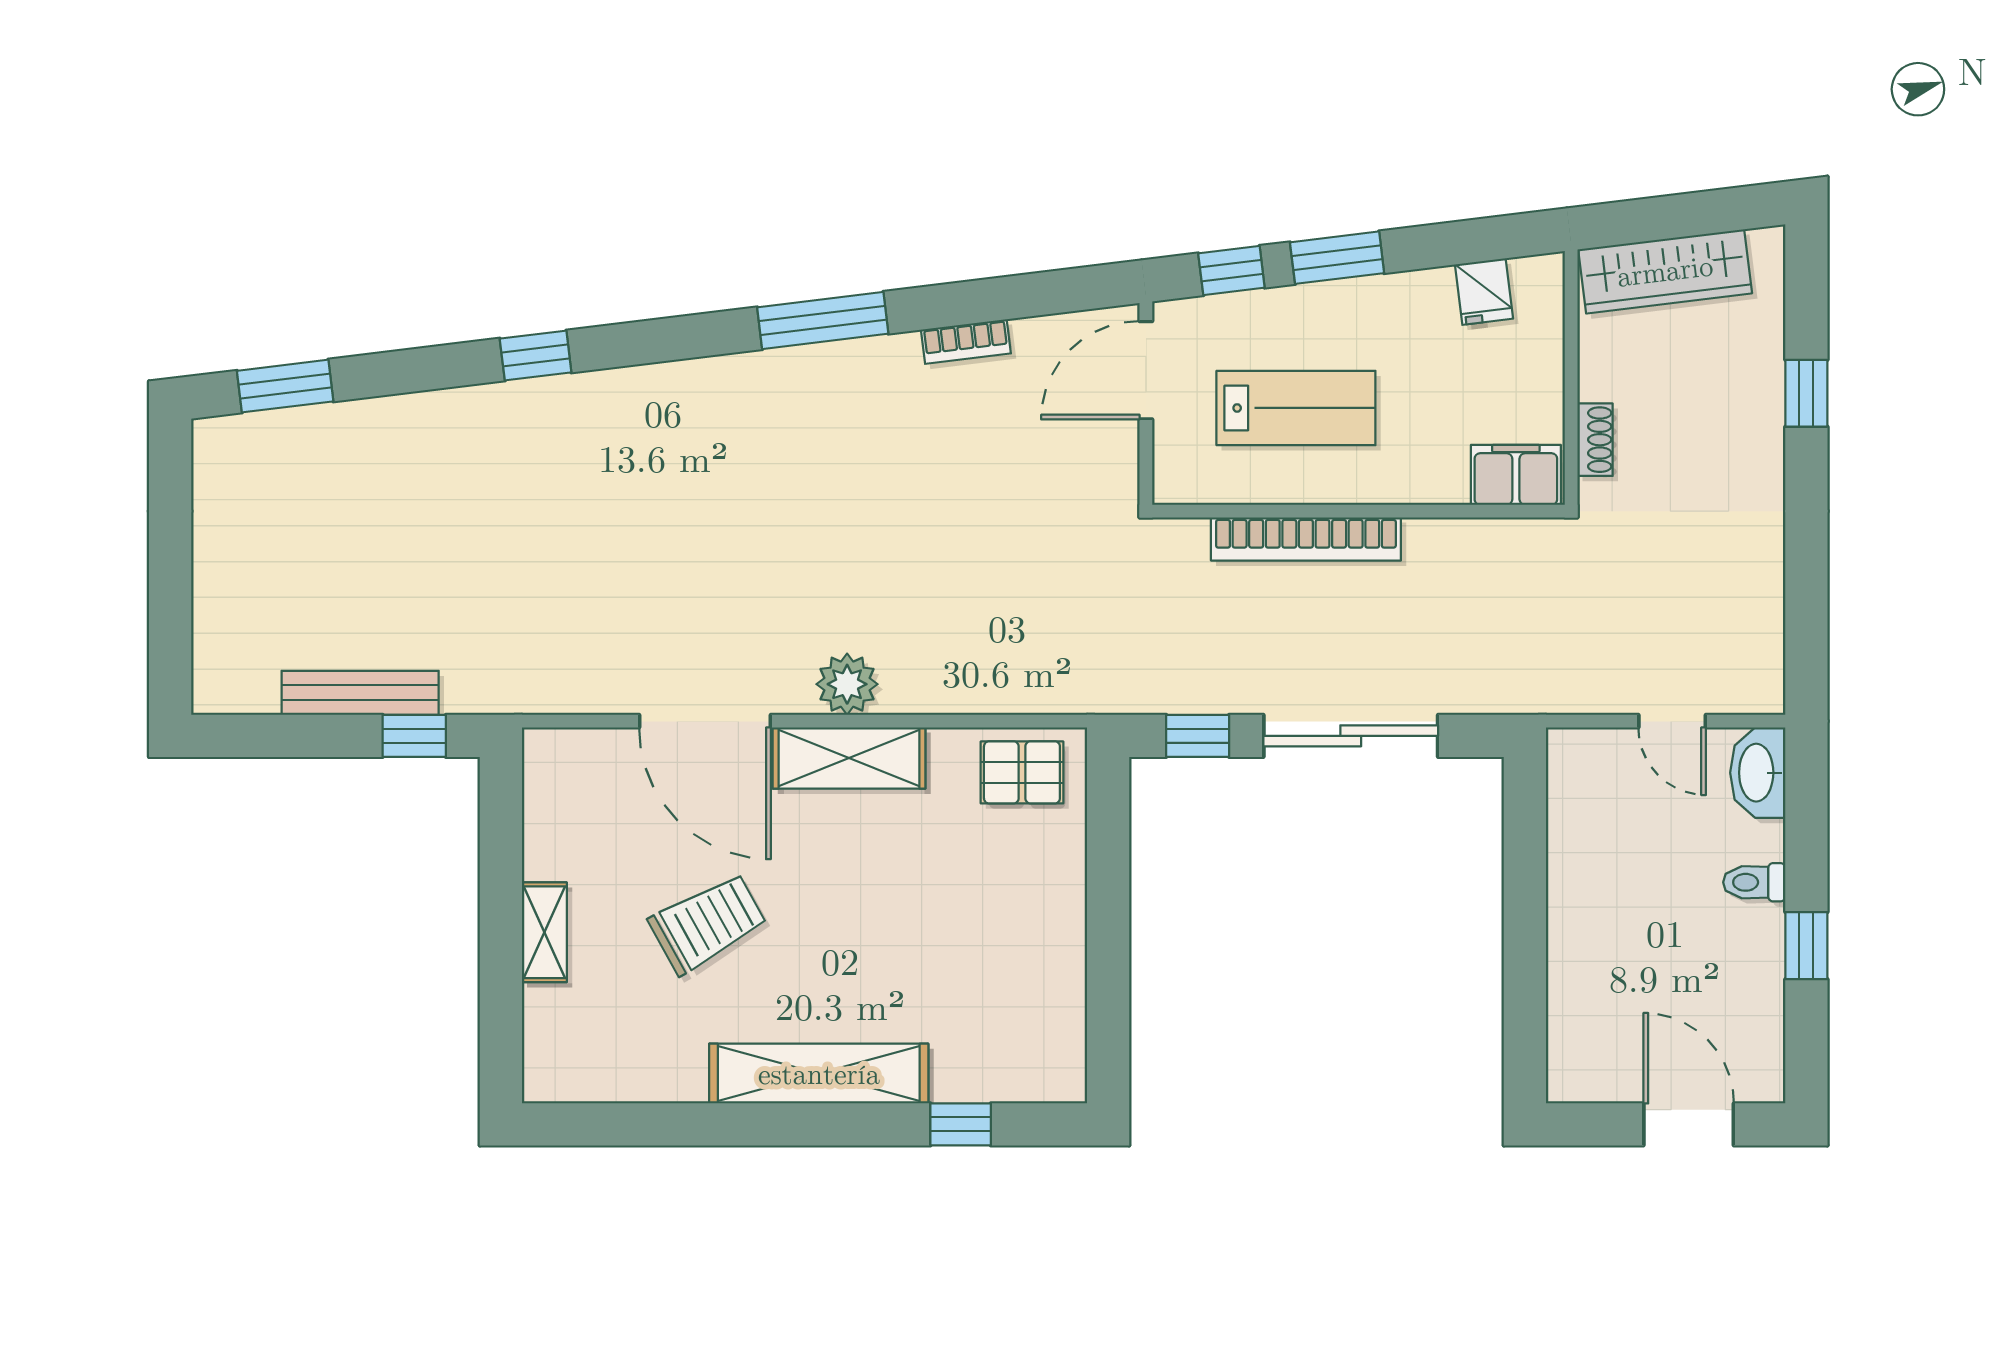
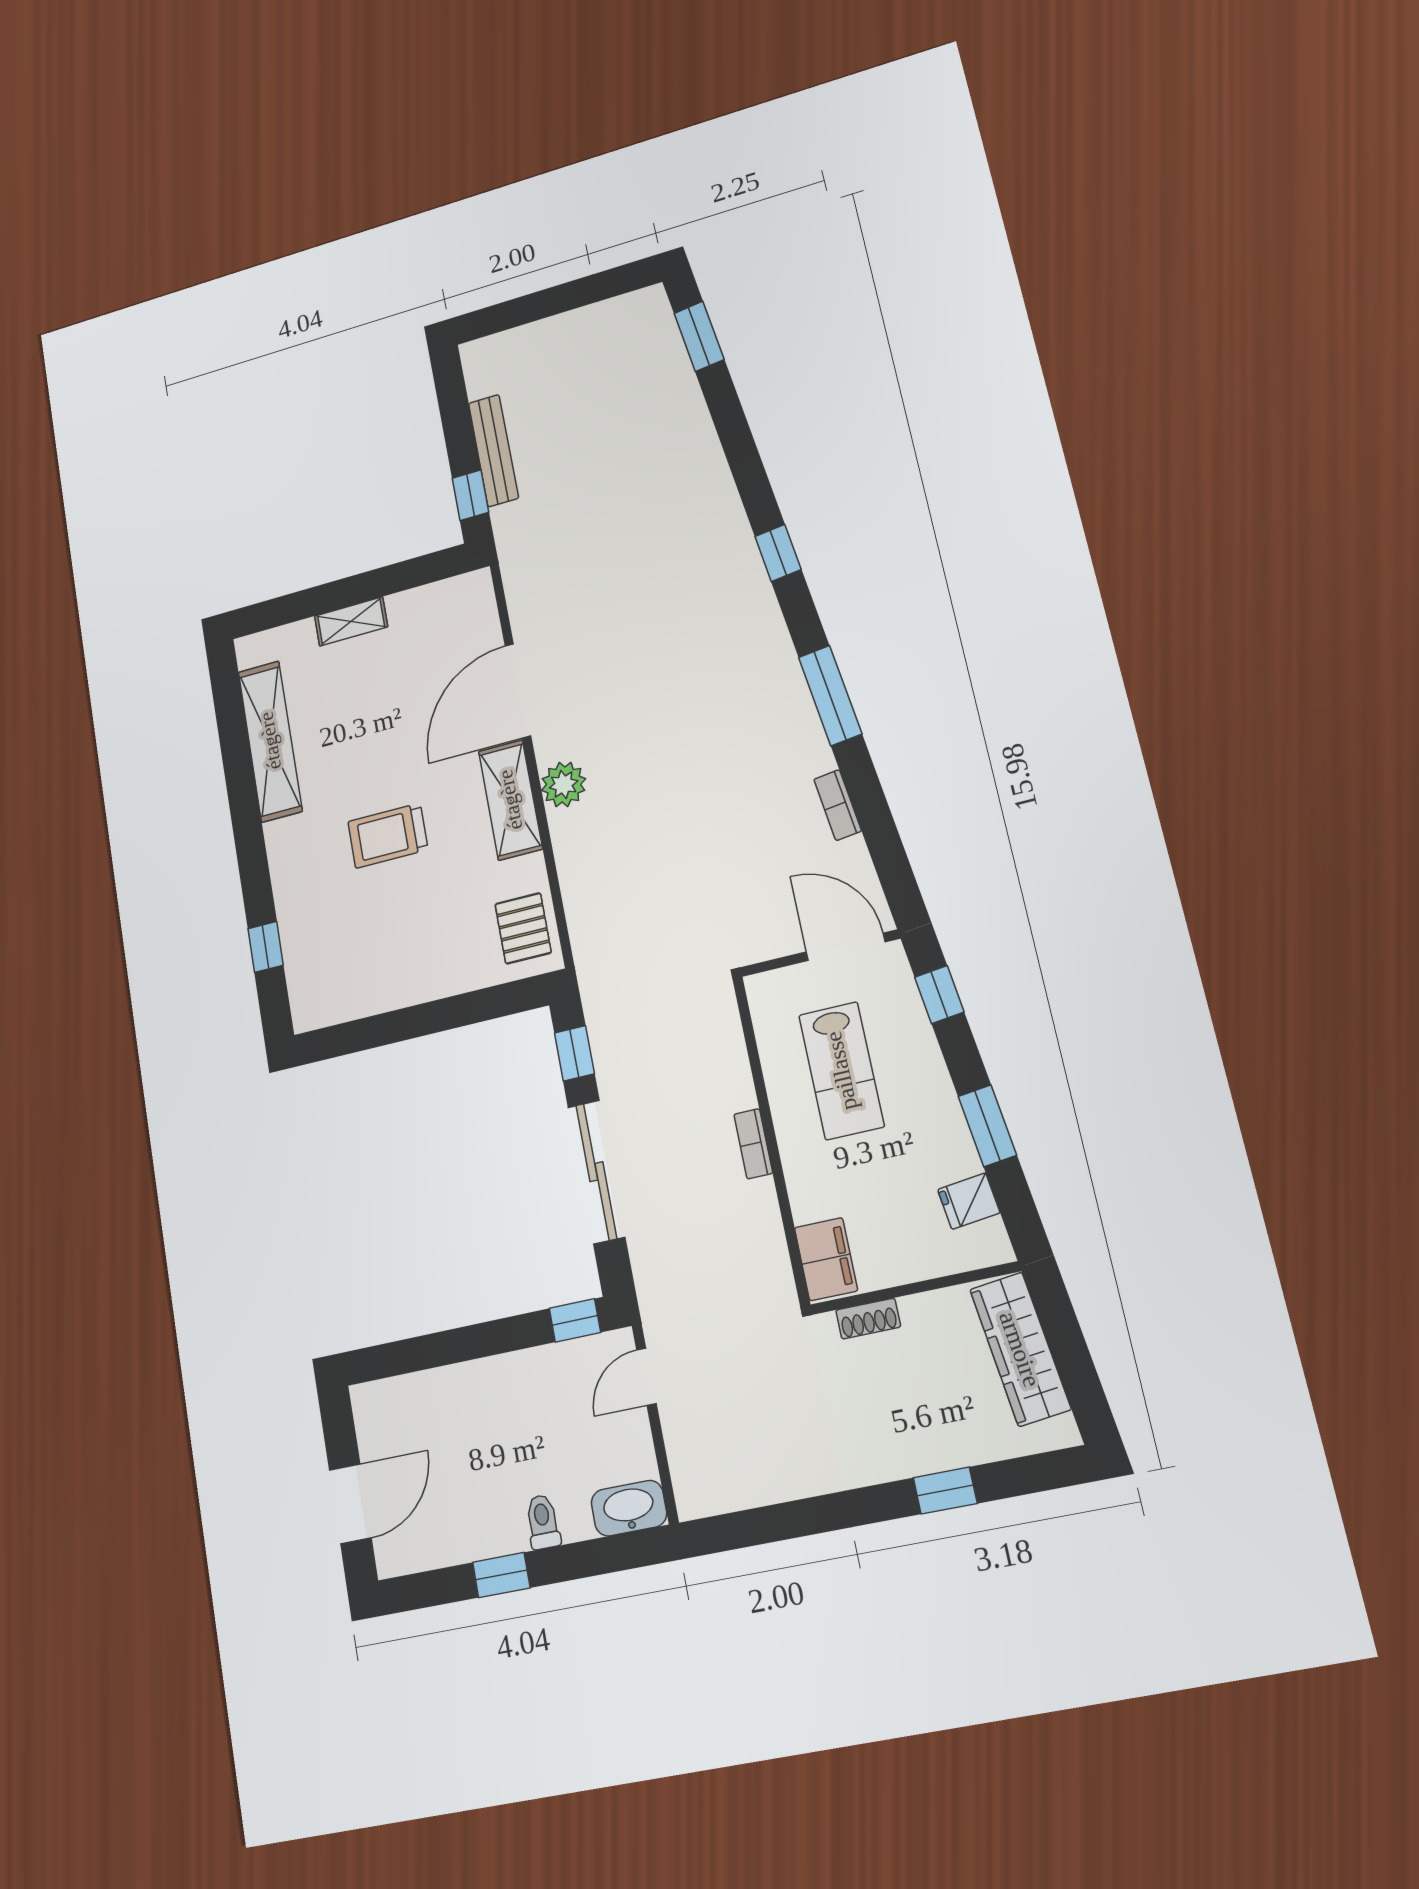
window: (1337, 258) -> (987, 1126), moved
window: (536, 355) -> (778, 553), moved
bookcase: (1306, 539) -> (753, 1144), width x0.43, depth x0.76
door: (1672, 721) -> (646, 1377), moved
window: (1525, 797) -> (575, 1320), added
trolley: (708, 923) -> (388, 836), moved, turned 119
shelving: (819, 1074) -> (270, 741), moved

